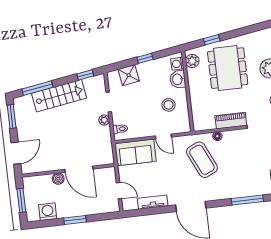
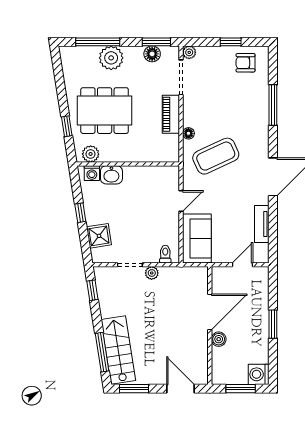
stairs: (59, 96) -> (118, 350), moved
stool: (169, 105) -> (142, 190), removed
washing machine: (48, 212) -> (259, 374), moved

